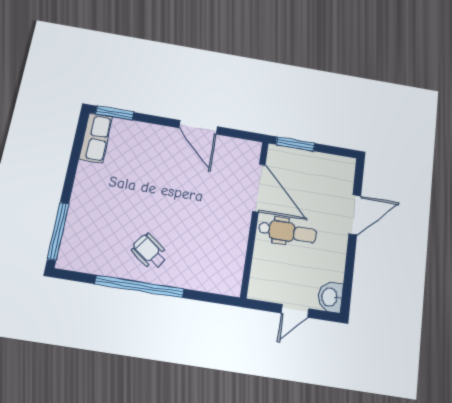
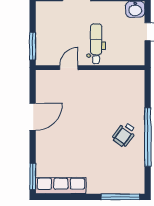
row of seats: (96, 138) -> (61, 186), width x1.48
door: (259, 188) -> (69, 68), width x0.53

